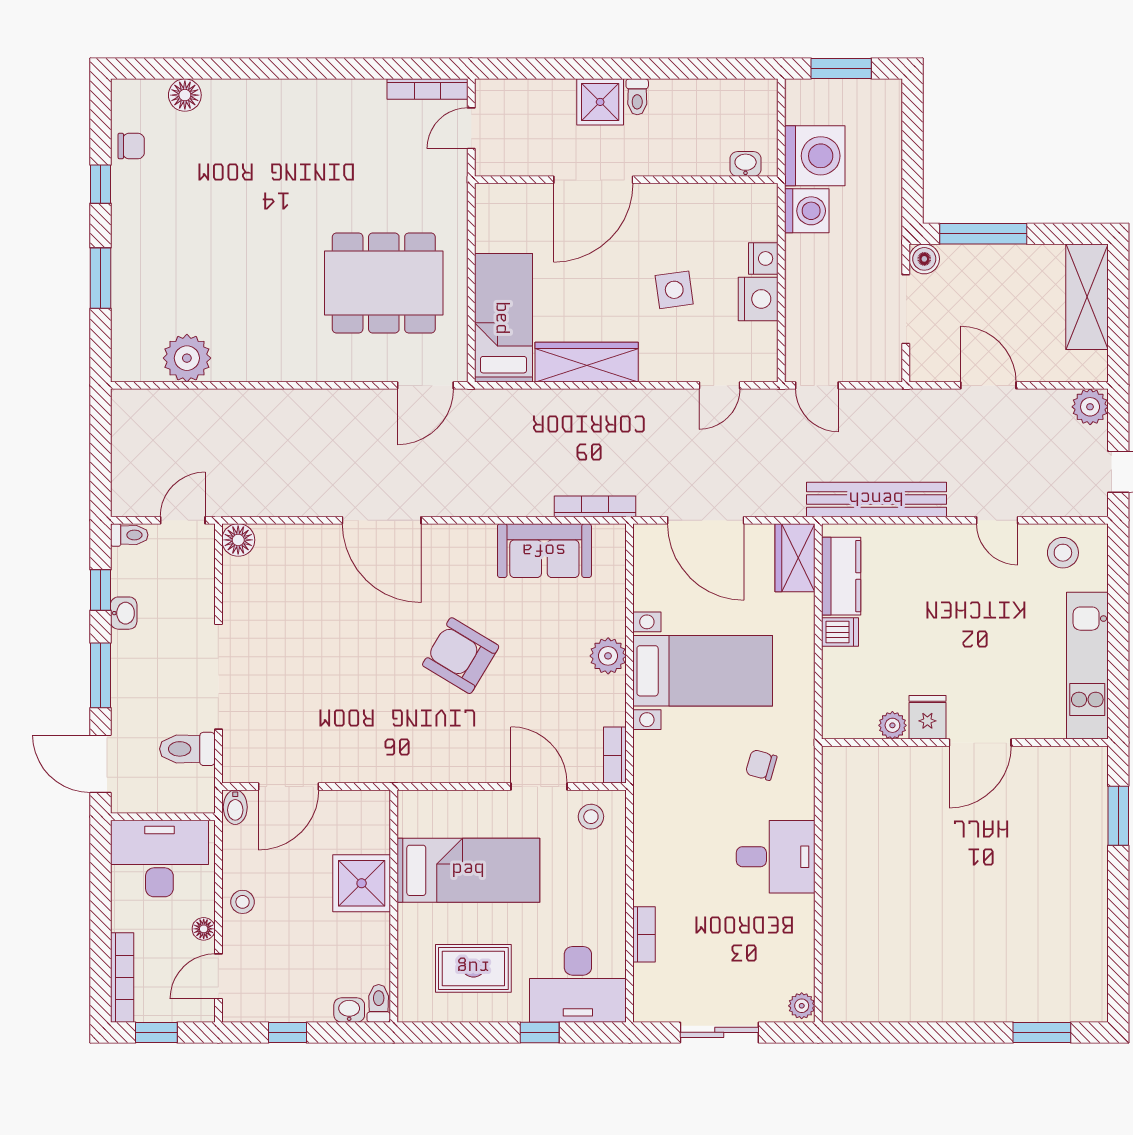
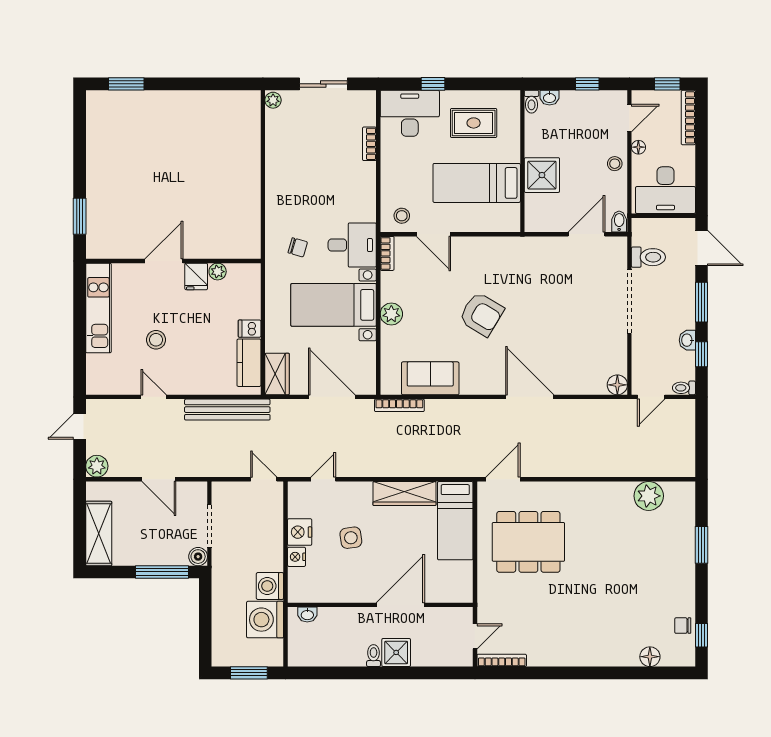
window: (100, 184) -> (701, 635), moved
stool: (1063, 553) -> (156, 340), moved
desk: (776, 857) -> (352, 245), moved, turned 180

